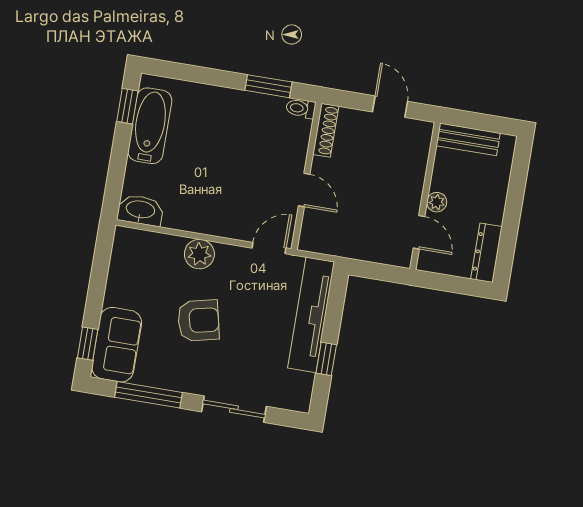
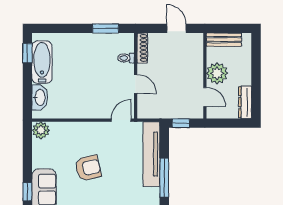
toilet: (301, 108) -> (126, 58), moved
plant: (437, 202) -> (217, 73), width x1.88, depth x1.88
washbasin: (140, 210) -> (40, 97), moved, turned 90
plant: (199, 254) -> (41, 130), moved
window: (370, 270) -> (181, 123), added
window: (326, 359) -> (164, 178), width x2.17

